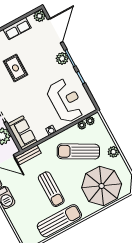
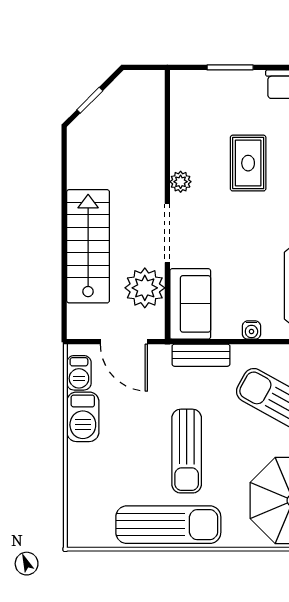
bench: (28, 155) -> (201, 355), moved

